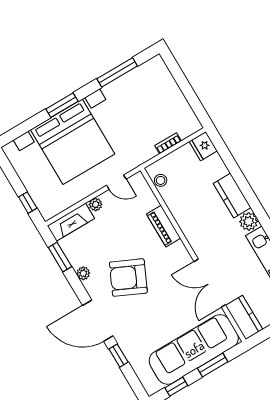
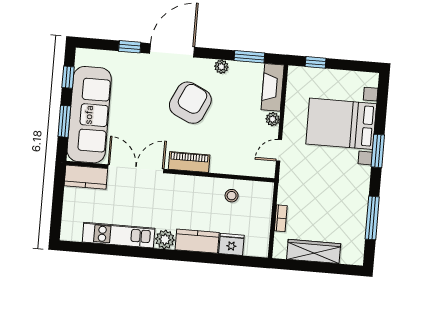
wardrobe: (176, 99) -> (314, 251), added
bed with nightstands: (73, 142) -> (341, 124), width x0.73
fridge: (203, 146) -> (231, 244), moved
stool: (161, 180) -> (232, 196), moved
piano: (164, 226) -> (189, 162), moved

